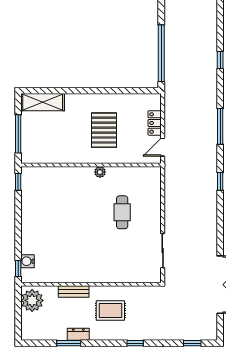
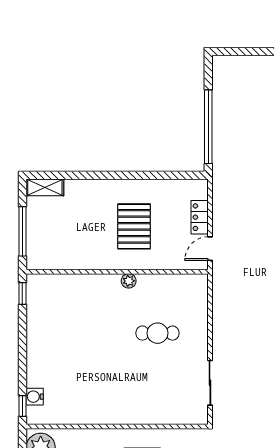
shelving: (43, 102) -> (45, 187), width x0.67, depth x0.75
cafe table: (122, 212) -> (157, 333), turned 90
bench: (74, 292) -> (94, 436), removed

